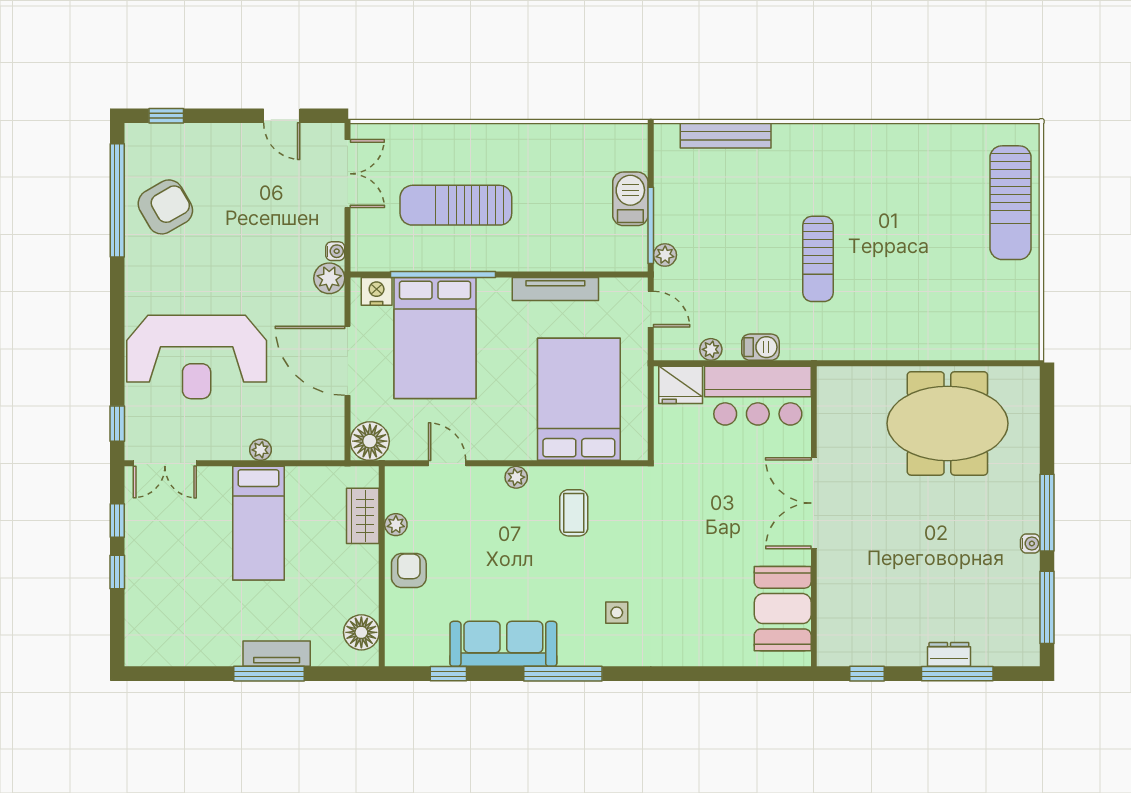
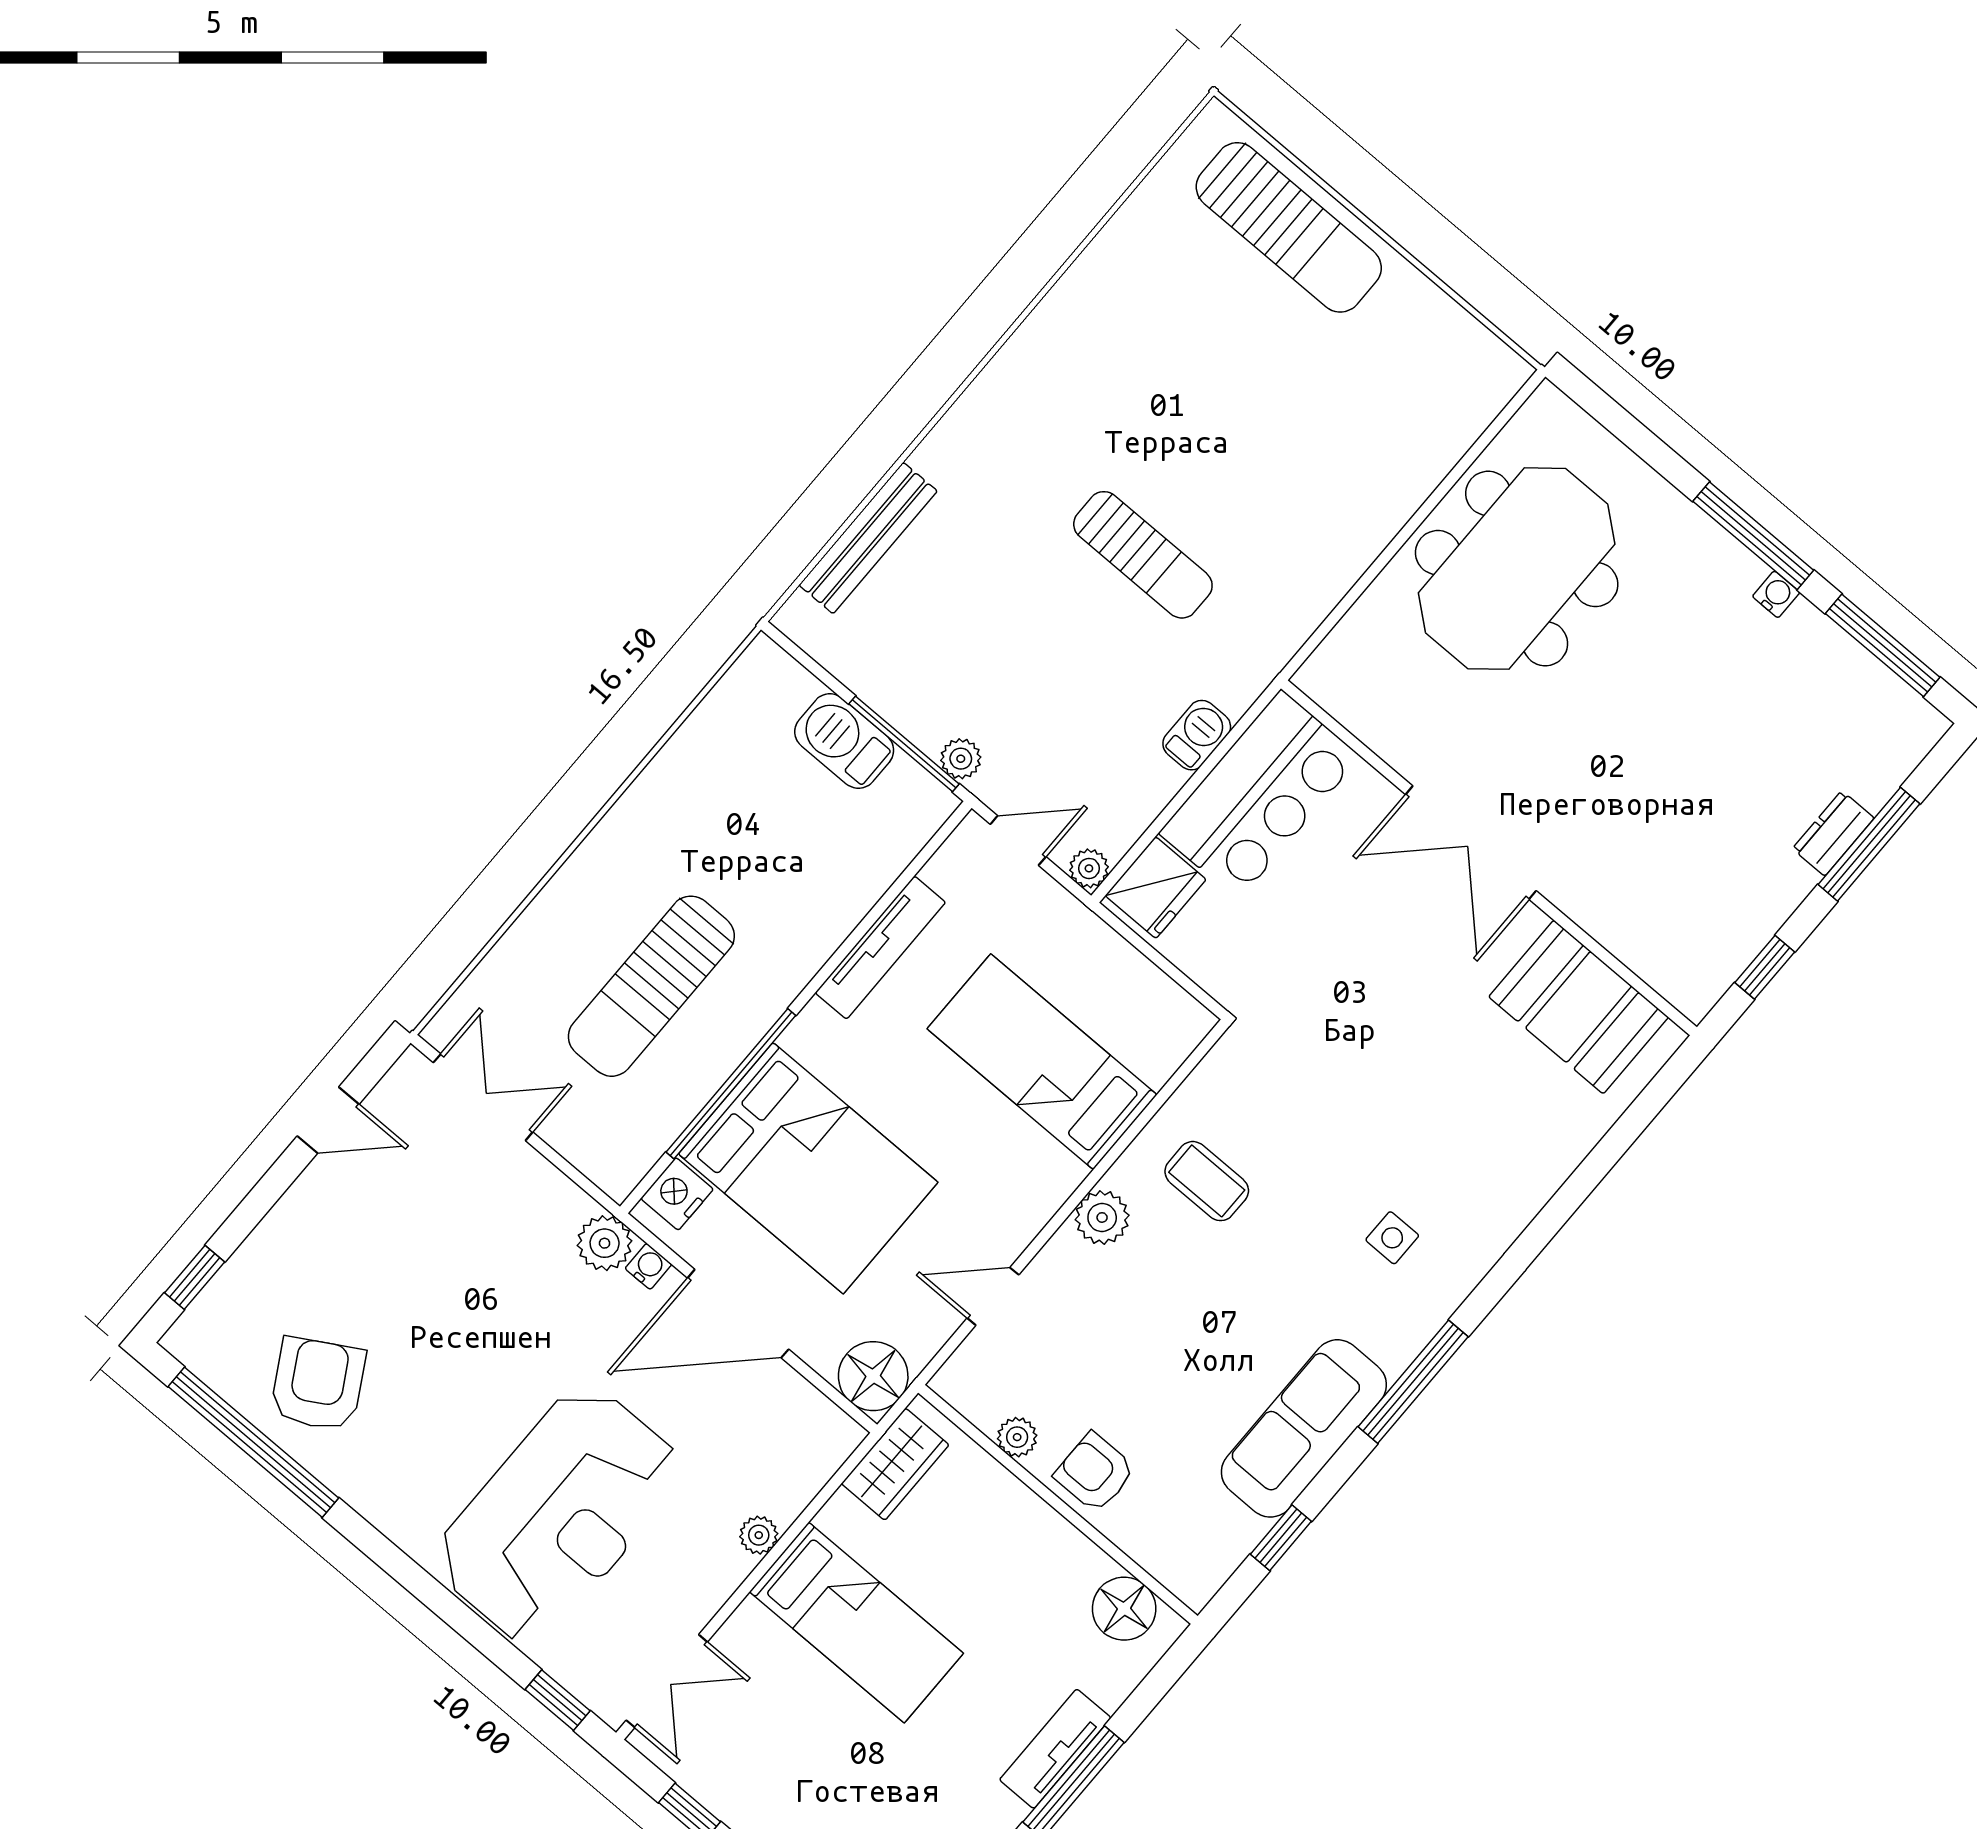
water cooler: (335, 251) -> (648, 1266), moved
plant: (711, 349) -> (1089, 868), moved
bed: (579, 399) -> (1042, 1062), width x0.67
plant: (516, 477) -> (1102, 1217), width x1.38, depth x1.38
wardrobe: (363, 516) -> (895, 1464), moved, turned -90

